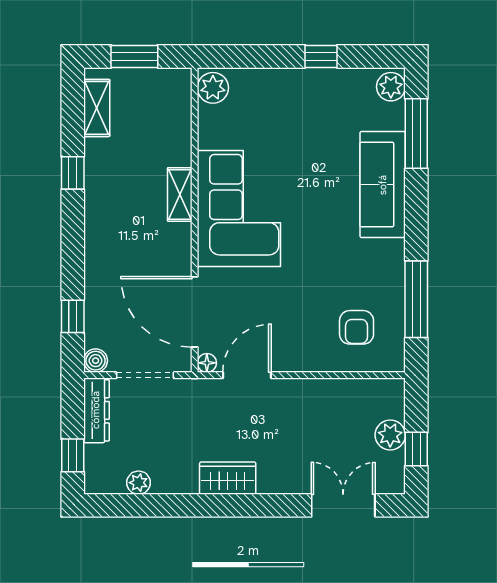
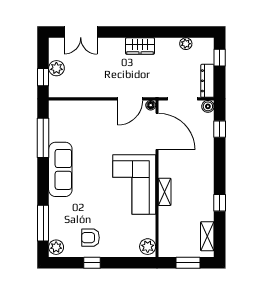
sofa: (383, 185) -> (60, 169), moved
armchair: (357, 327) -> (91, 238), moved, turned -90
window: (416, 449) -> (43, 77), moved

